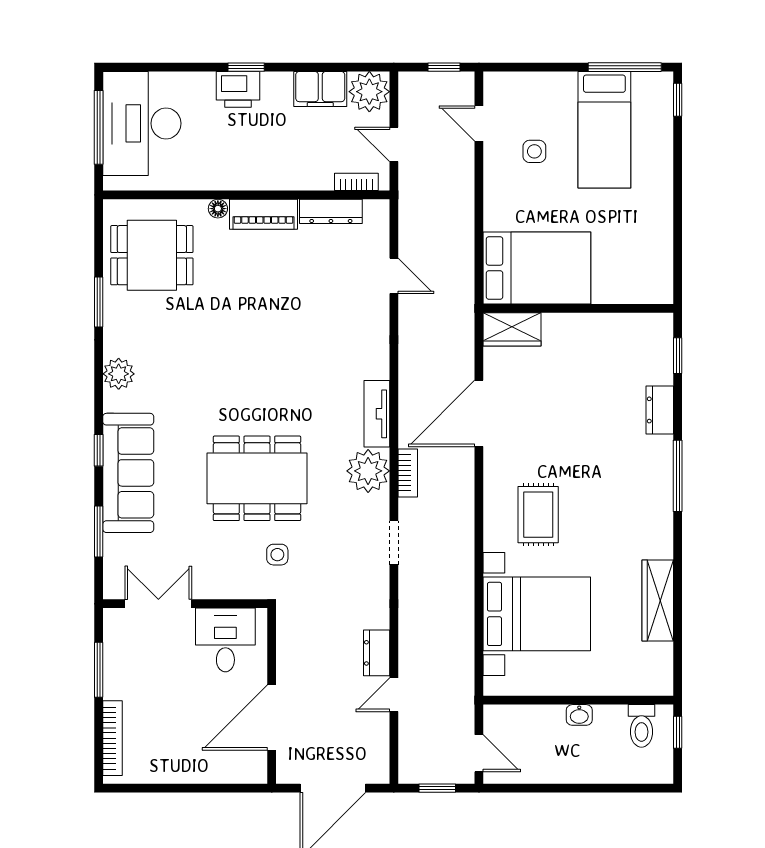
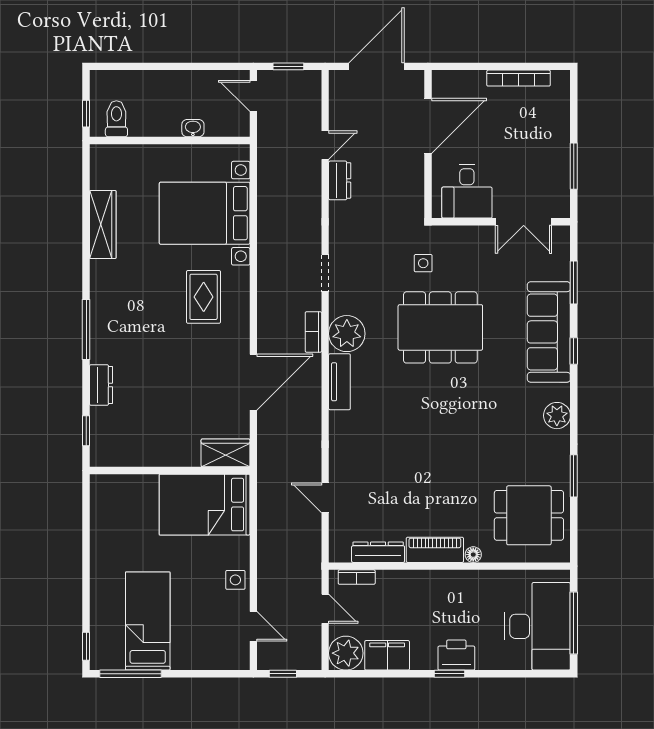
side table: (534, 151) -> (235, 580), moved
washbasin: (579, 715) -> (193, 128), moved
bookcase: (112, 738) -> (519, 78), moved, turned -90

